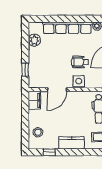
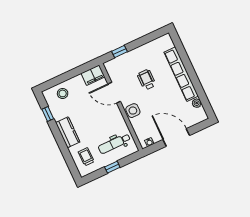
plant: (34, 40) -> (153, 47), removed
wheelchair: (80, 62) -> (147, 80), moved

